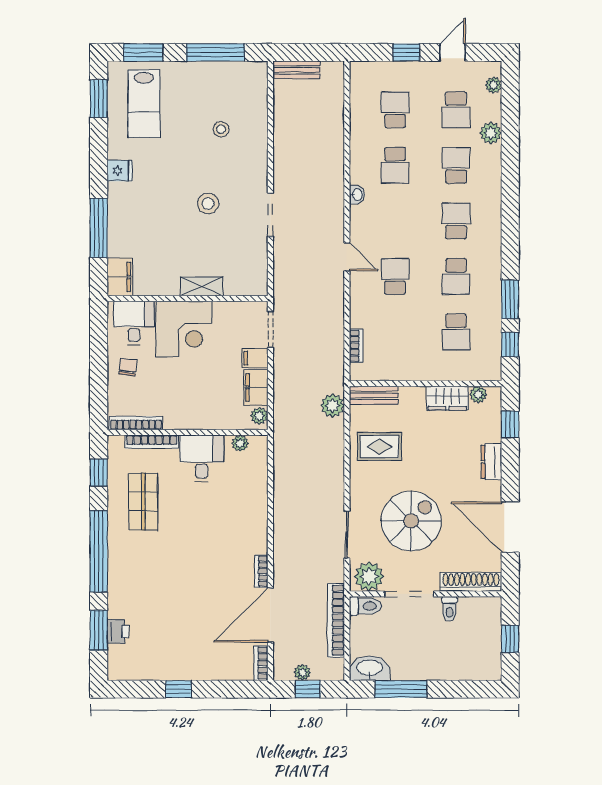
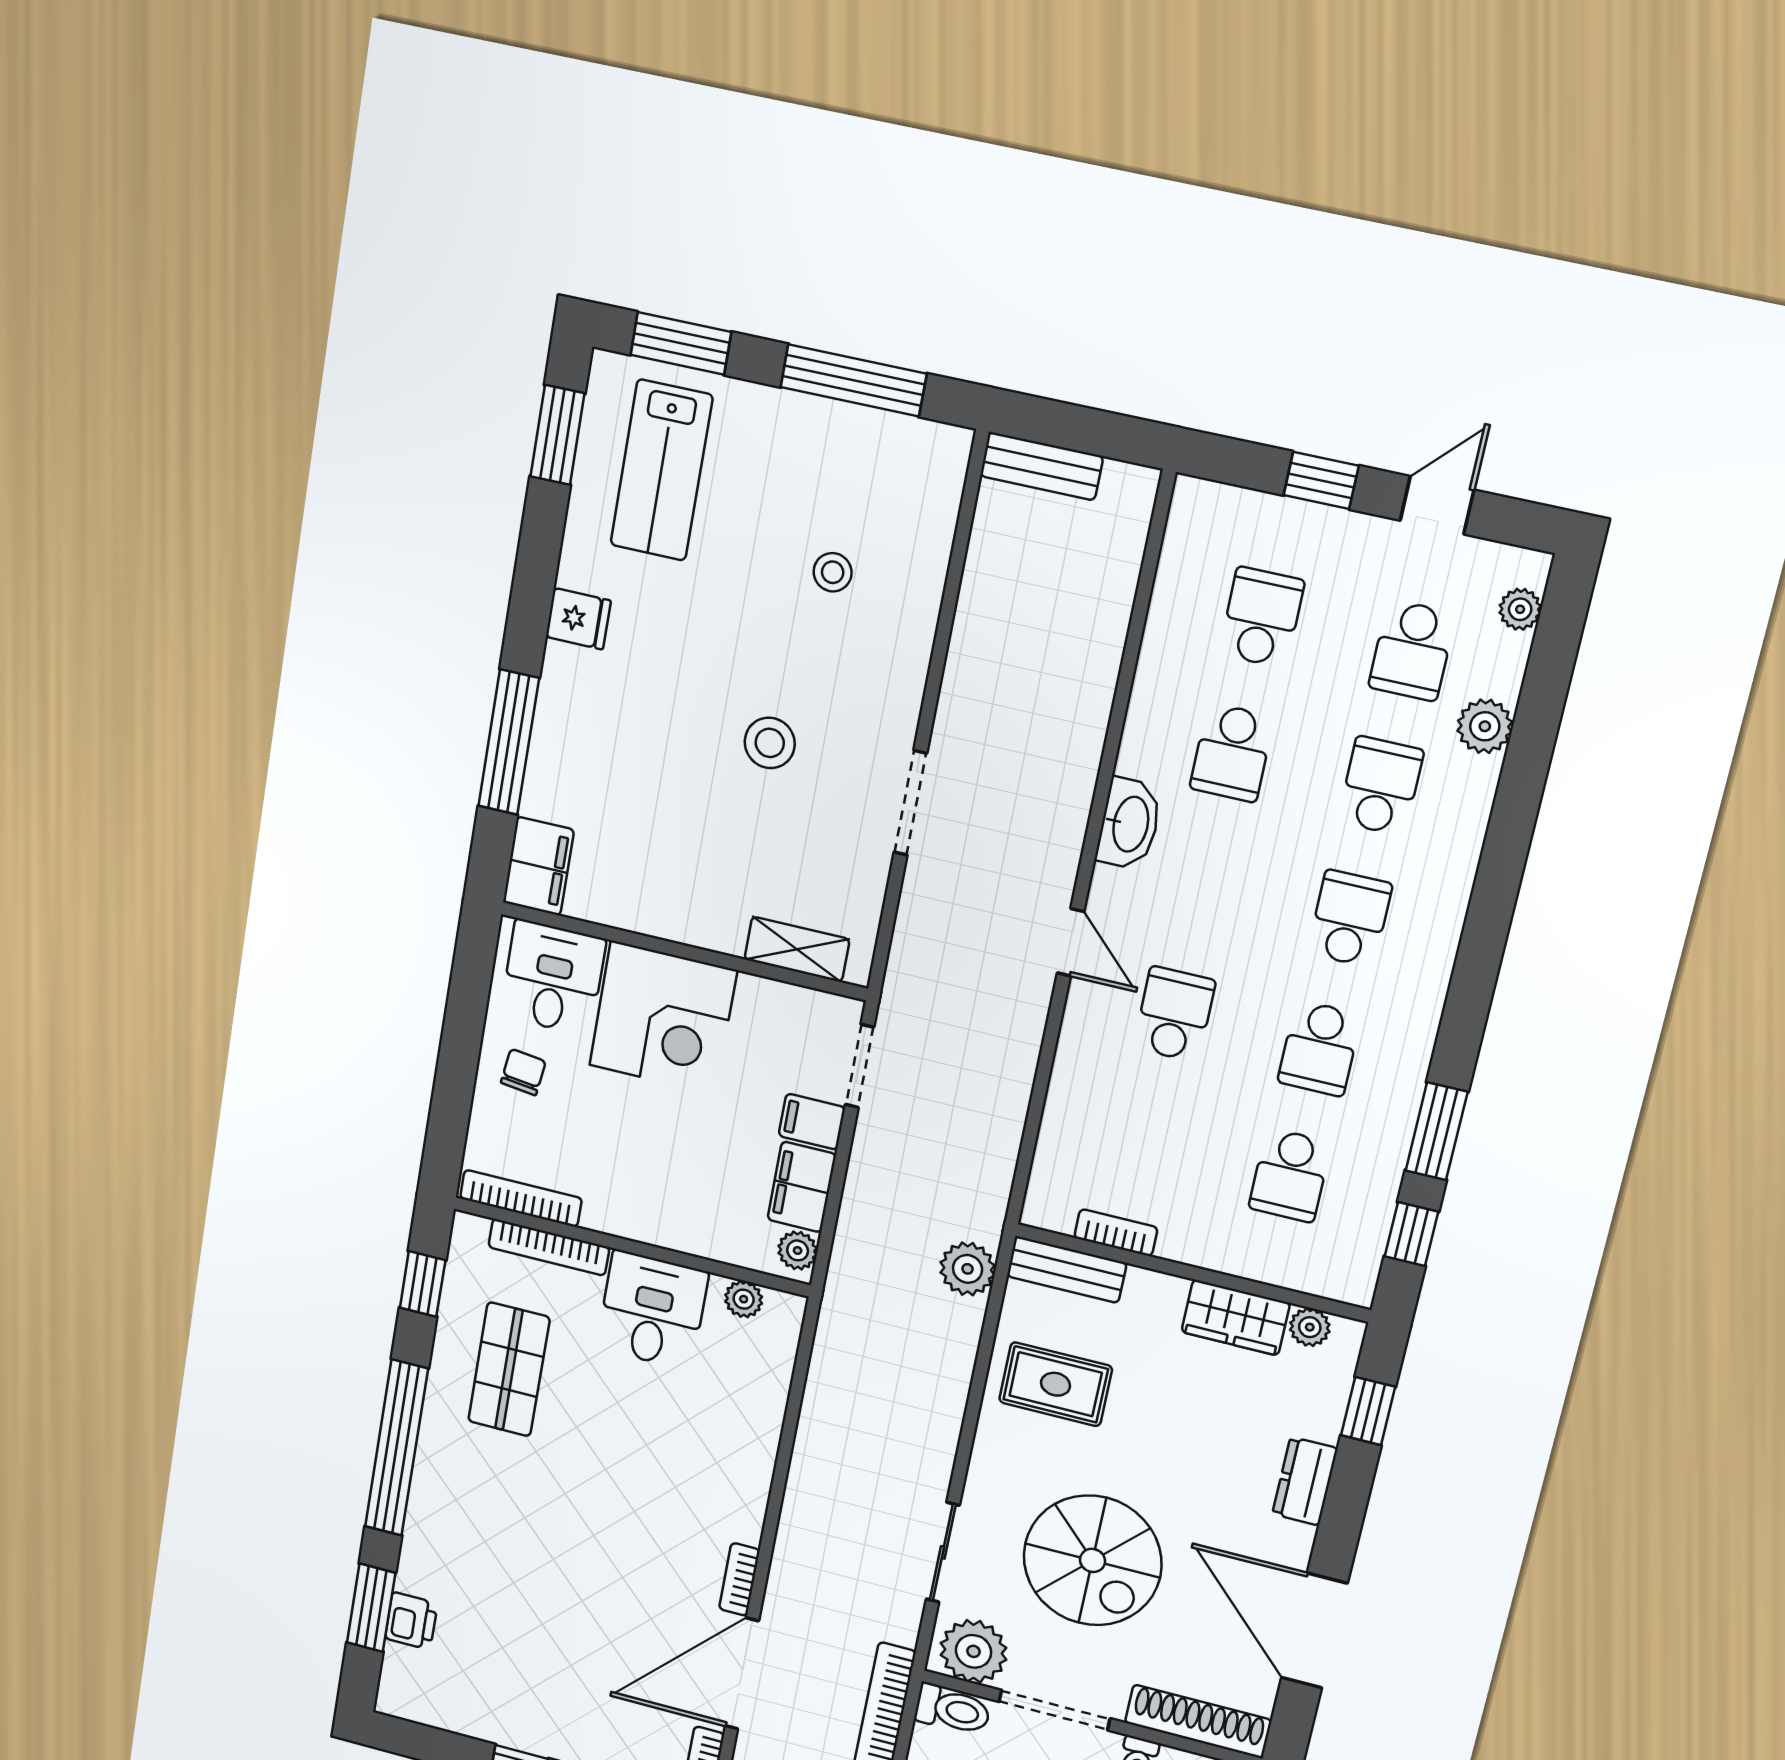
washbasin: (357, 195) -> (1129, 824), width x1.91, depth x1.45
shelving: (202, 286) -> (797, 949), moved
bookcase: (356, 346) -> (1116, 1233), moved, turned -90
spiral stairs: (411, 521) -> (1093, 1560), turned 90

